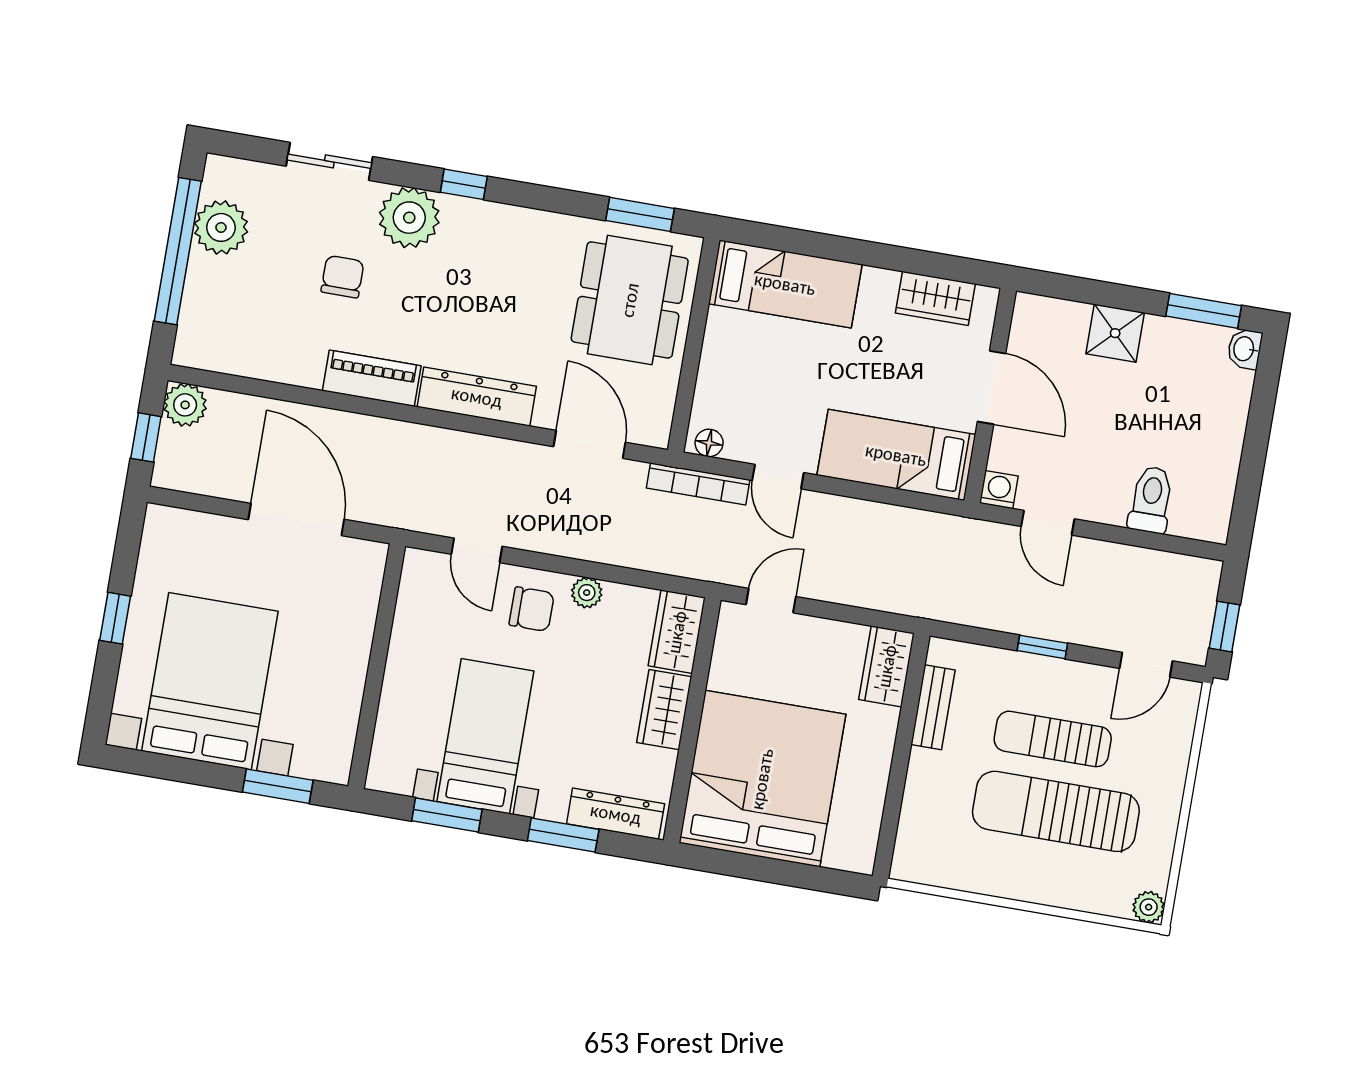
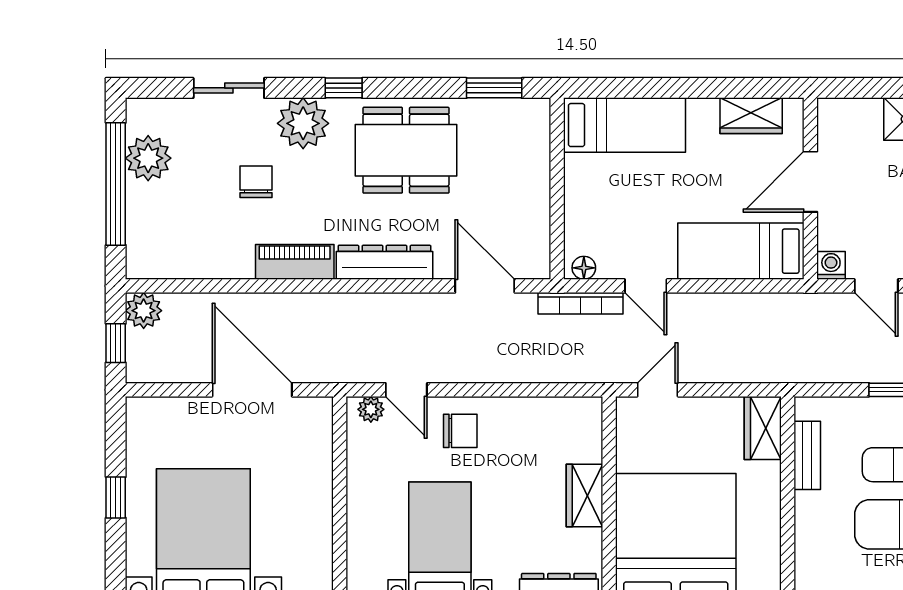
dining table: (630, 300) -> (406, 150), moved, turned 90
door: (992, 387) -> (810, 182), swing flipped
plant: (587, 593) -> (371, 409), moved
wardrobe: (677, 632) -> (584, 429), removed

